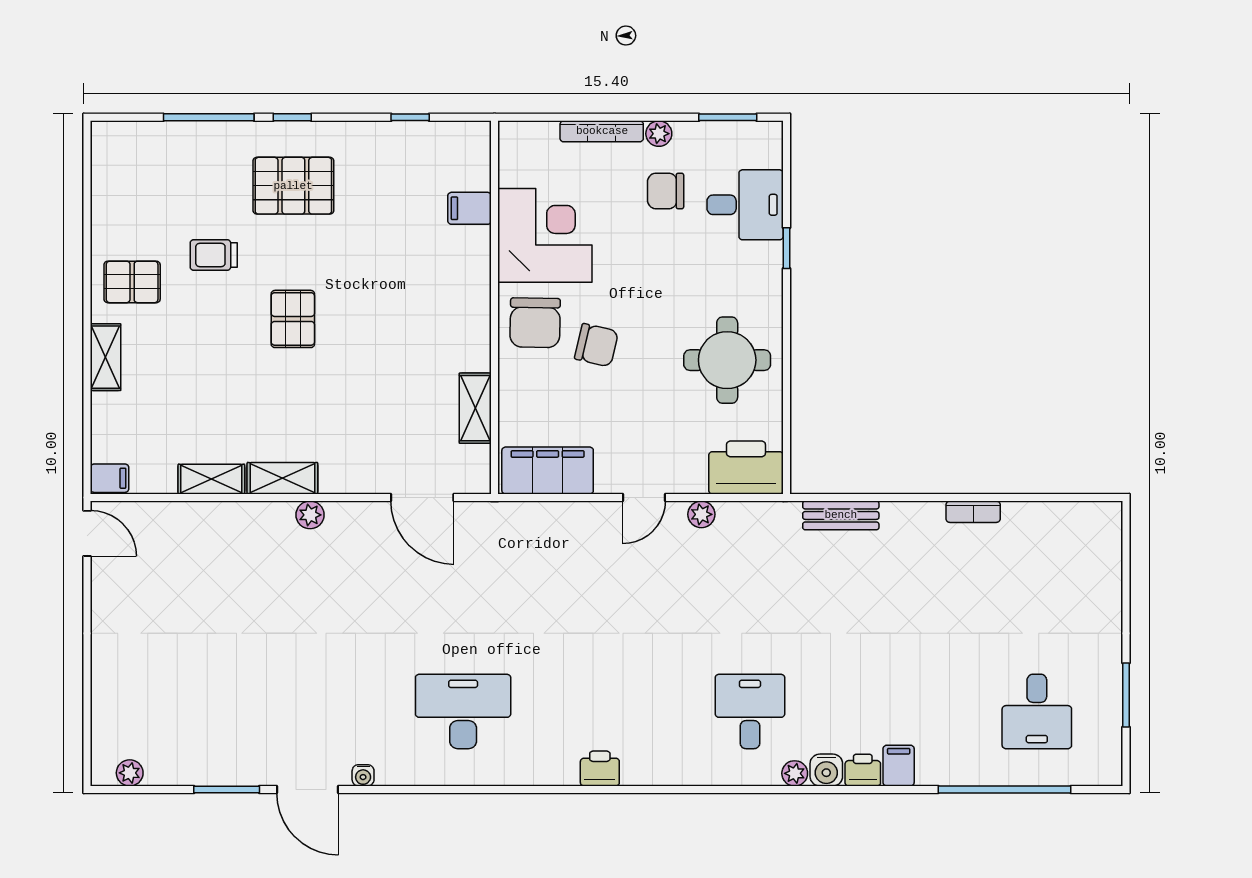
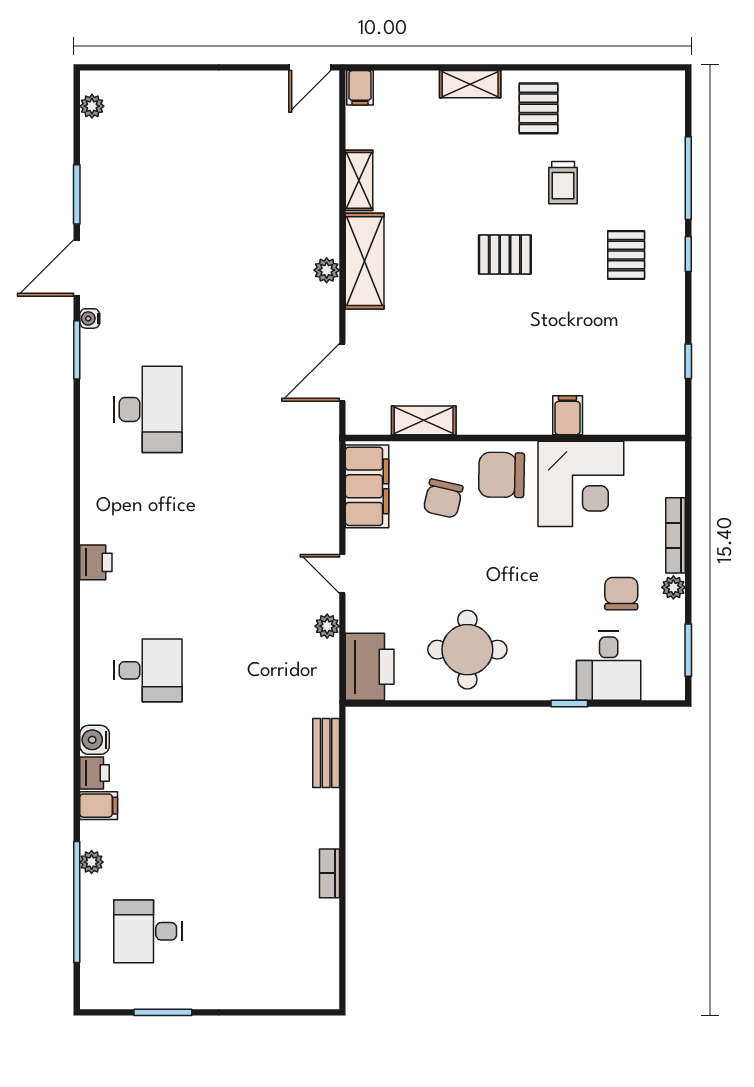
pallet: (293, 186) -> (626, 255), width x0.67, depth x0.71
filing cabinet: (470, 208) -> (568, 415), moved
trolley: (214, 255) -> (563, 183), turned 180
chair: (596, 345) -> (443, 499), moved
shelving: (282, 478) -> (365, 261), width x1.50, depth x1.33
printer: (600, 769) -> (96, 562), moved
plant: (795, 773) -> (92, 862), moved
window: (398, 790) -> (77, 350), added

